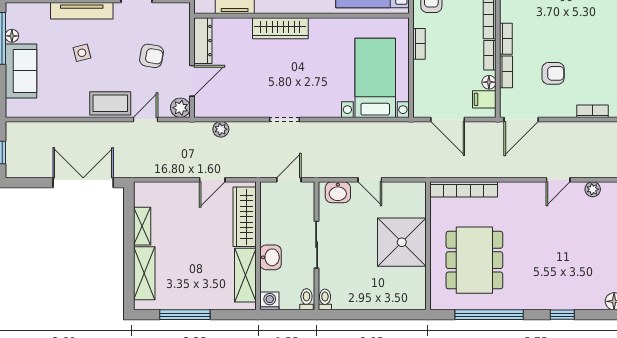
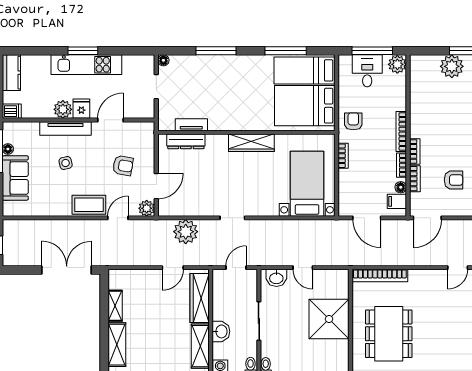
wardrobe: (280, 28) -> (251, 143), moved
dresser: (203, 41) -> (186, 141), moved, turned 90
plant: (221, 129) -> (186, 232), width x1.88, depth x1.88

